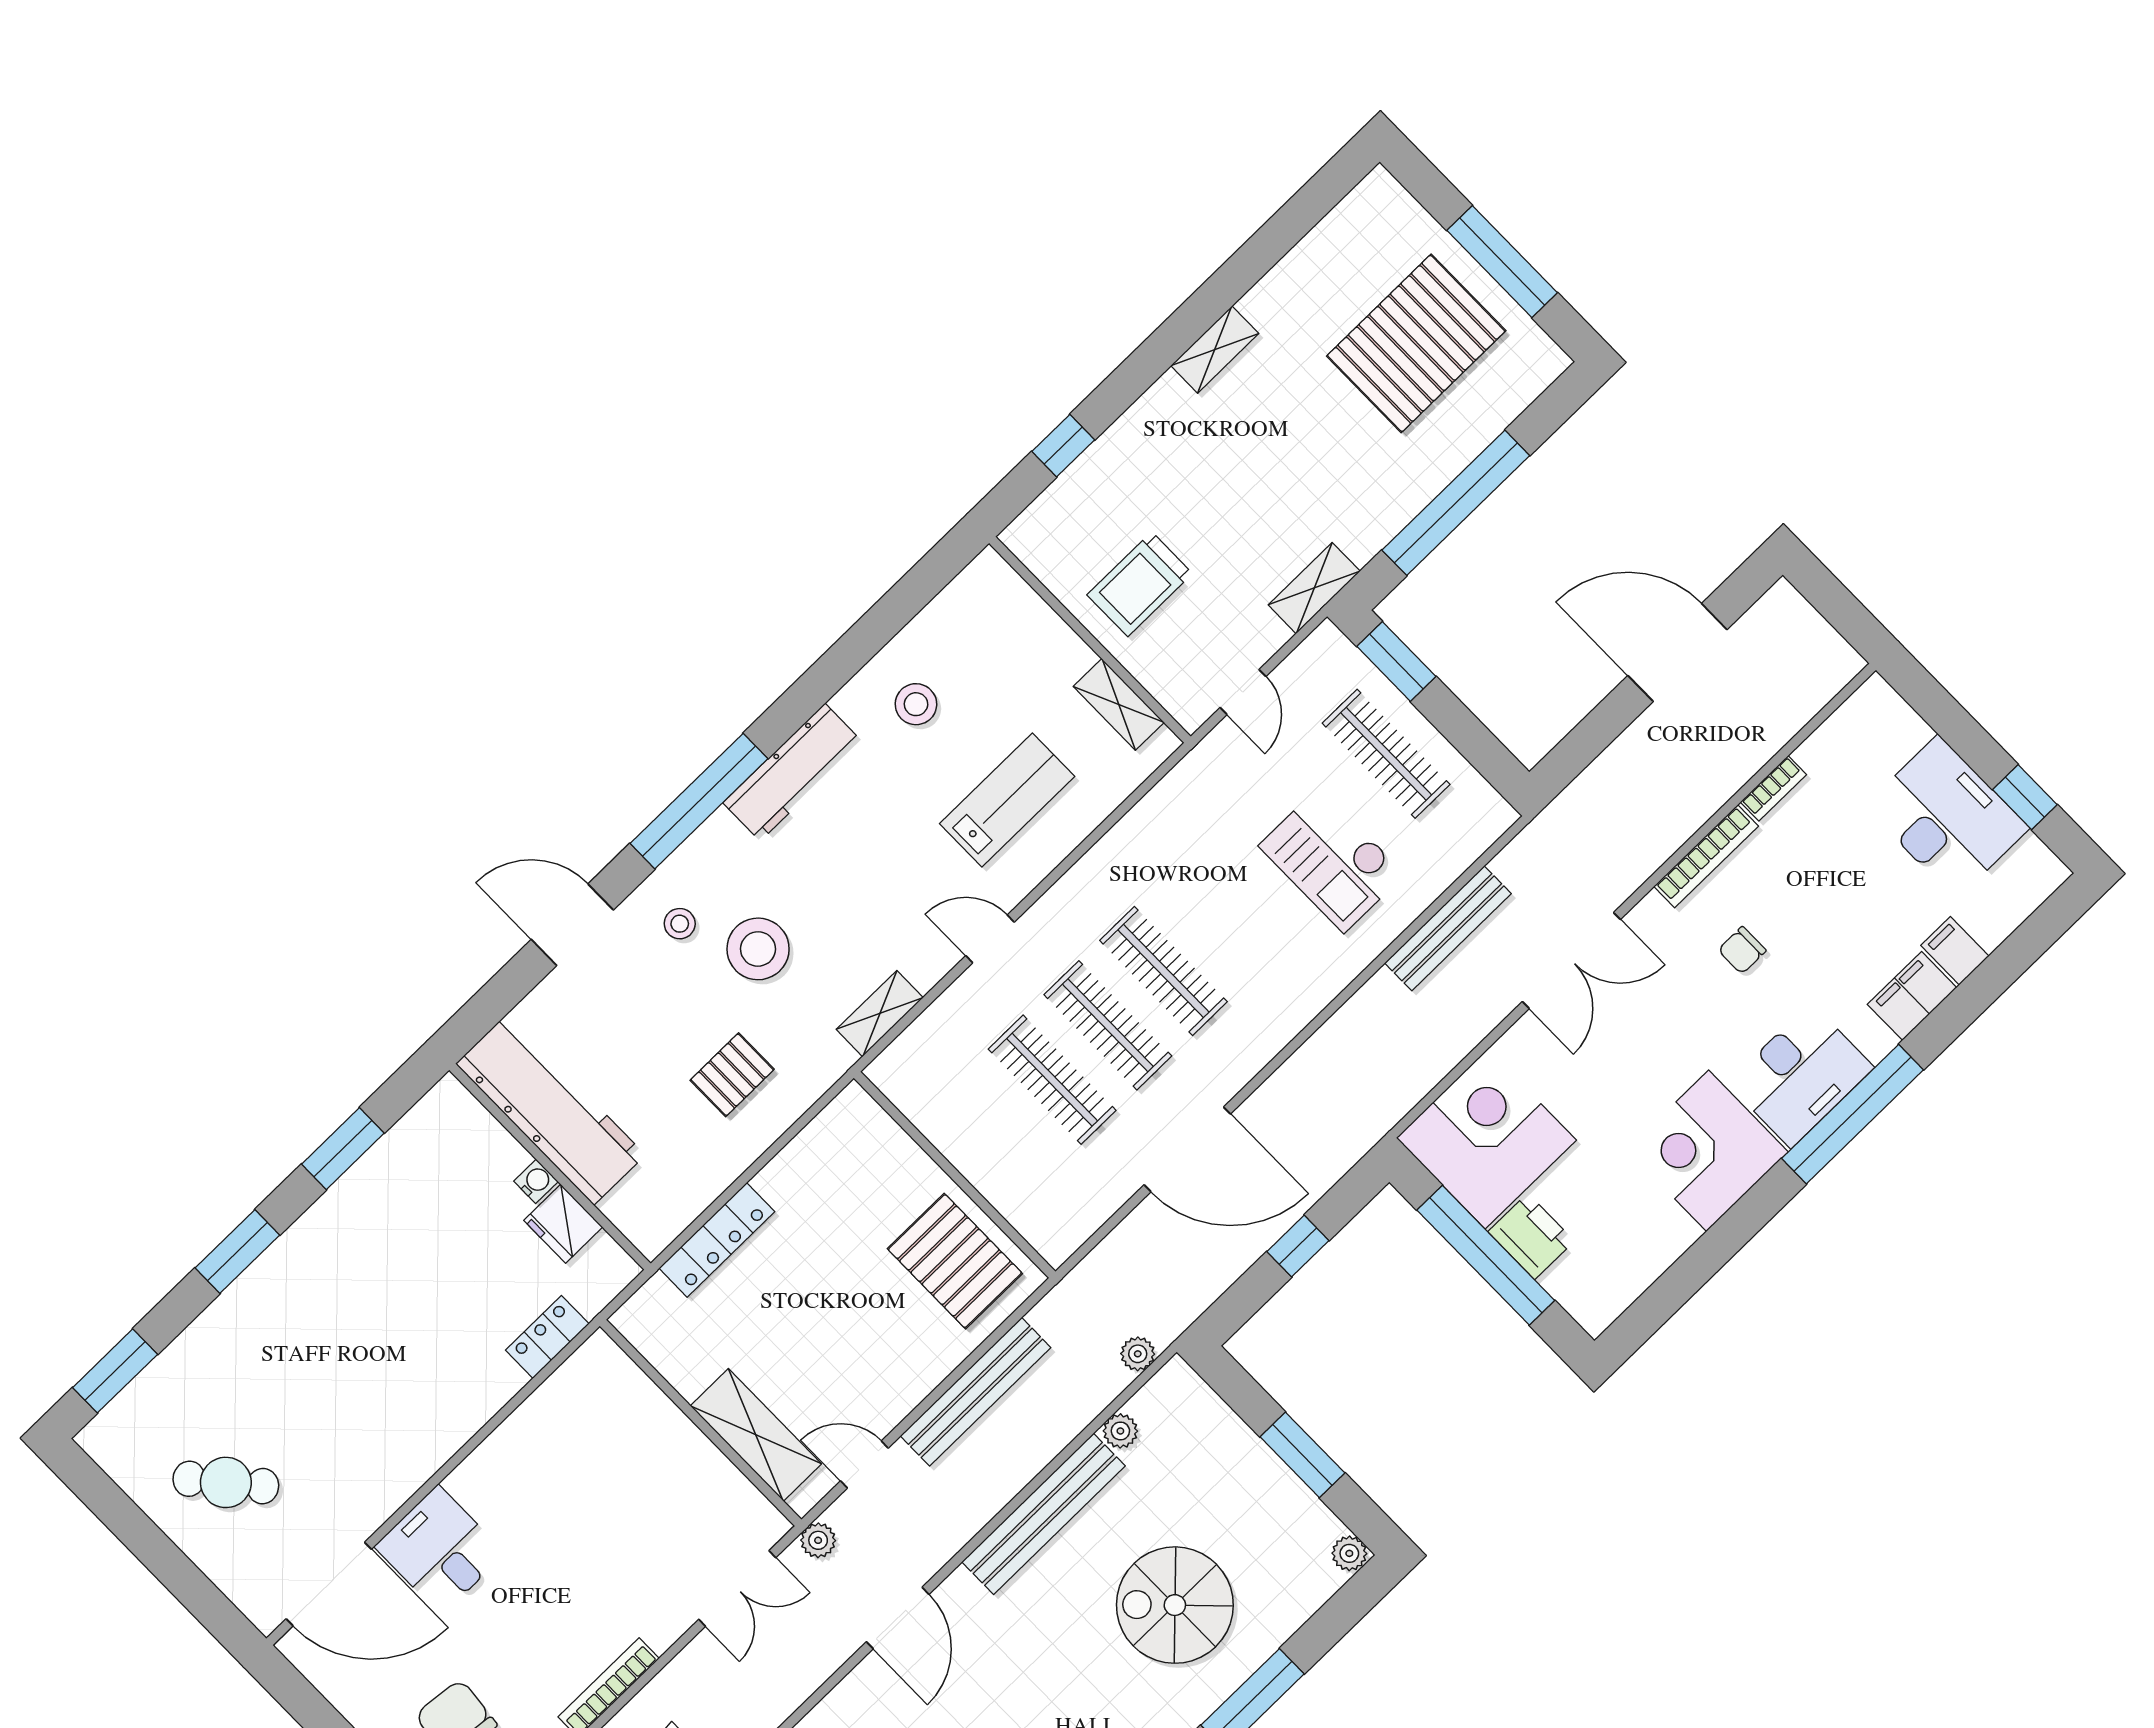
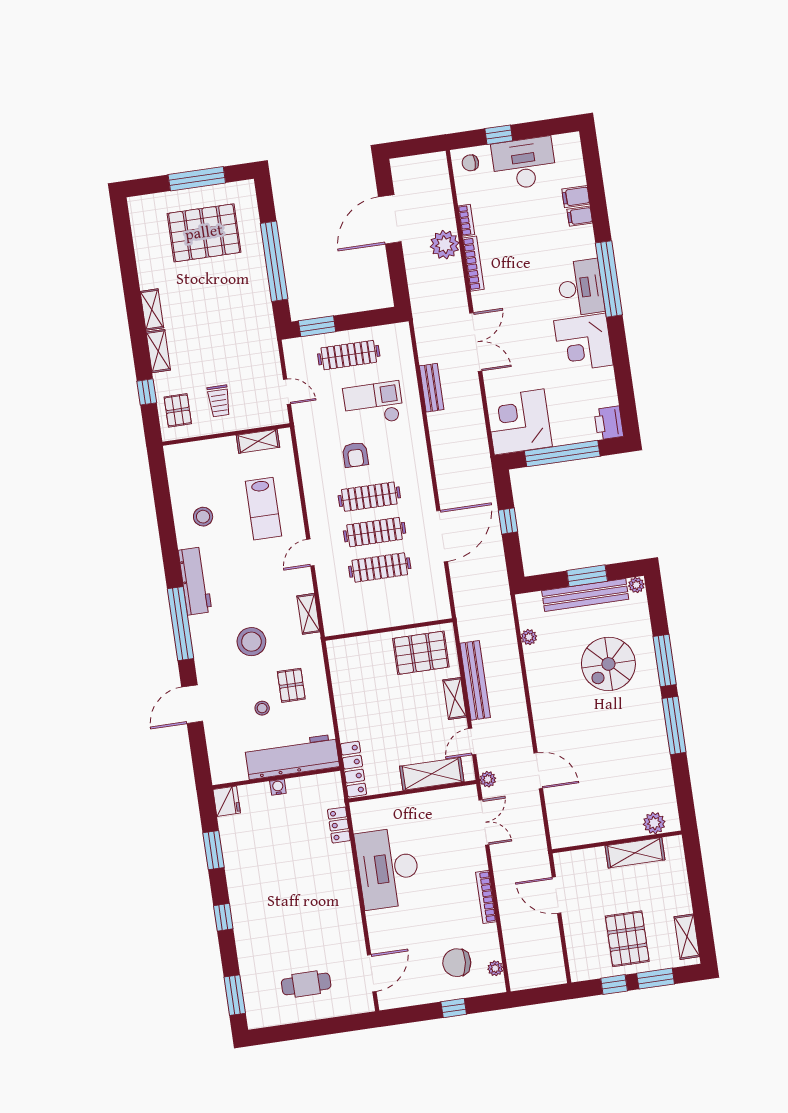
pallet: (1416, 343) -> (204, 233), turned 90
pallet: (1071, 524) -> (178, 410), added
trolley: (1140, 584) -> (219, 401), width x0.73, depth x0.72
shelving: (1314, 588) -> (158, 351), moved
window: (2025, 797) -> (499, 135), moved
lab bench: (1007, 800) -> (263, 509), turned 180
checkout: (1332, 860) -> (373, 404), turned 180
armchair: (1219, 893) -> (355, 455), added
stool: (680, 924) -> (262, 708), moved
bench: (1448, 928) -> (432, 388), width x0.73
chair: (1742, 950) -> (470, 163), moved, turned 90
filing cabinet: (1912, 996) -> (580, 216), width x0.50
workbench: (551, 1109) -> (292, 757), moved
fridge: (563, 1224) -> (227, 801), moved, turned -90
printer: (1531, 1236) -> (609, 423), moved, turned -90
locker: (717, 1240) -> (354, 769), moved
window: (237, 1252) -> (223, 917), width x0.67
plant: (1138, 1354) -> (445, 245), moved, width x1.88, depth x1.88
shelving: (918, 1379) -> (455, 698), added
cafe table: (226, 1482) -> (306, 984), turned 40
bench: (1044, 1514) -> (585, 595), moved, turned 90
desk: (440, 1550) -> (388, 868), moved, width x1.87, depth x1.30
door: (329, 1584) -> (372, 973), width x0.73

